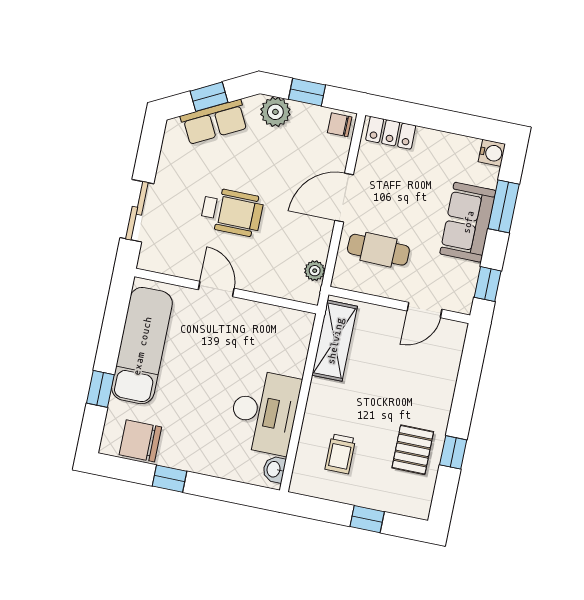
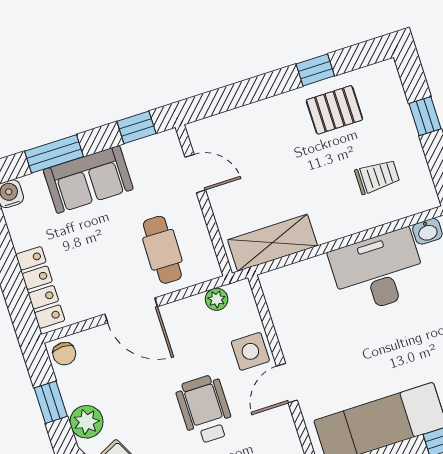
locker: (391, 133) -> (40, 287), width x1.53
side table: (258, 274) -> (250, 351), added

